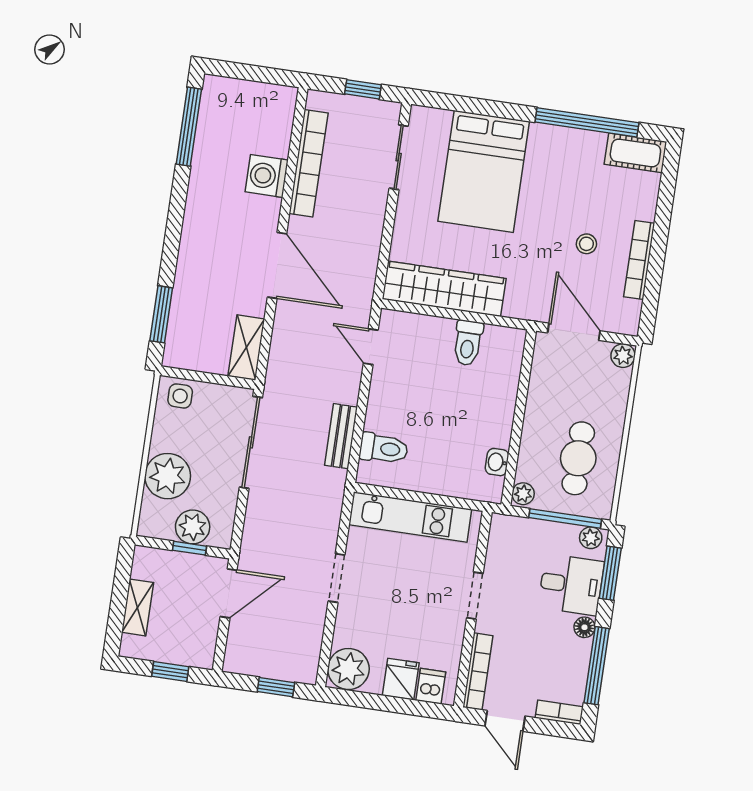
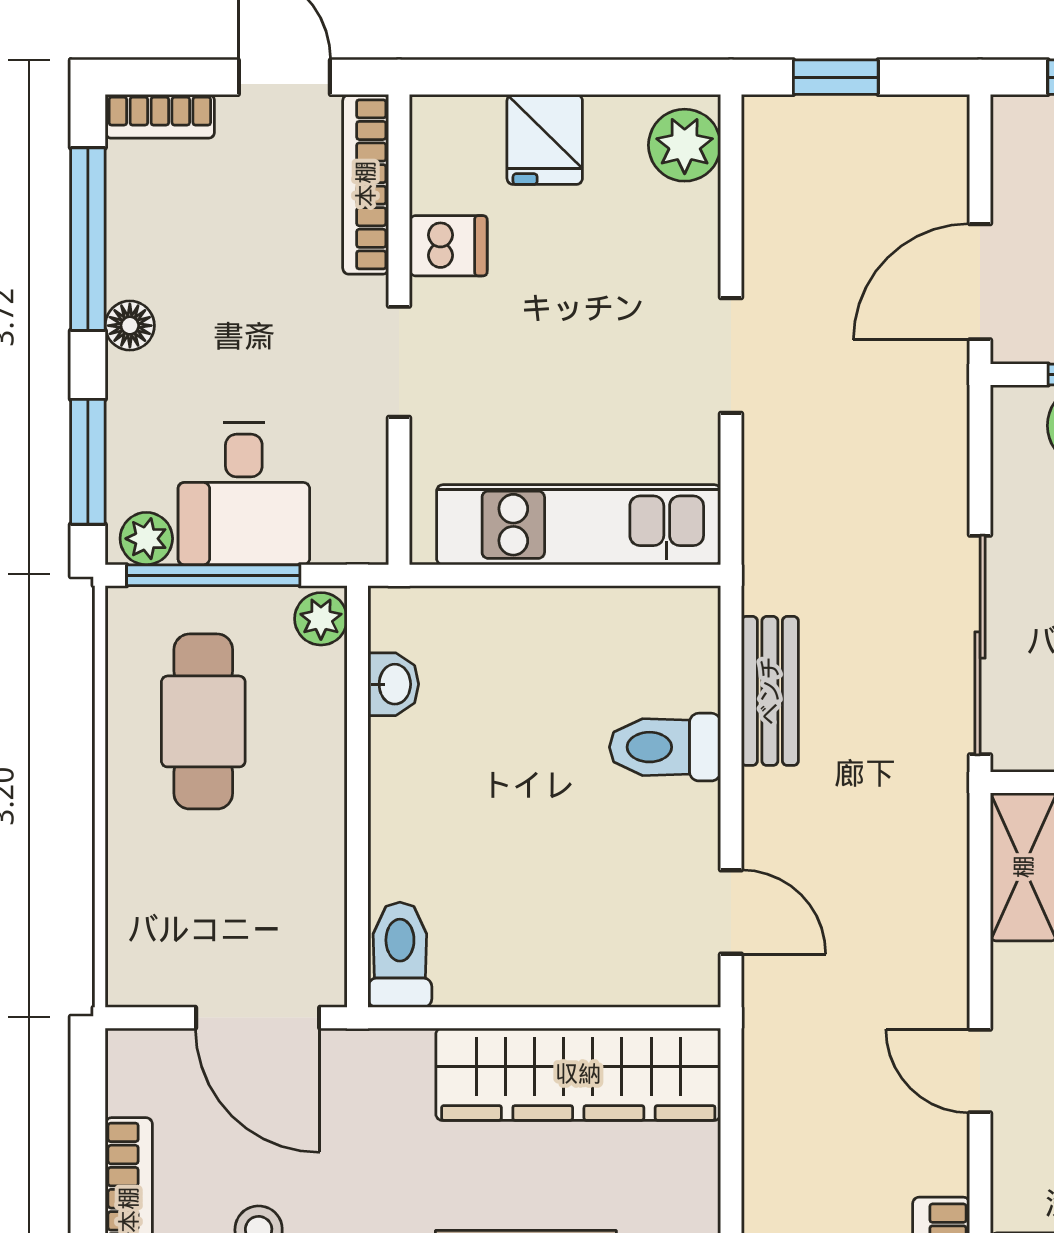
door: (277, 265) -> (980, 1071), width x0.53
toilet: (468, 343) -> (400, 955), moved
plant: (623, 356) -> (134, 979), removed
toilet: (384, 448) -> (665, 747), moved
desk: (571, 585) -> (244, 494), moved, turned -90
plant: (348, 669) -> (685, 145), width x0.73, depth x0.73
dishwasher: (431, 686) -> (448, 246), moved, turned -90

